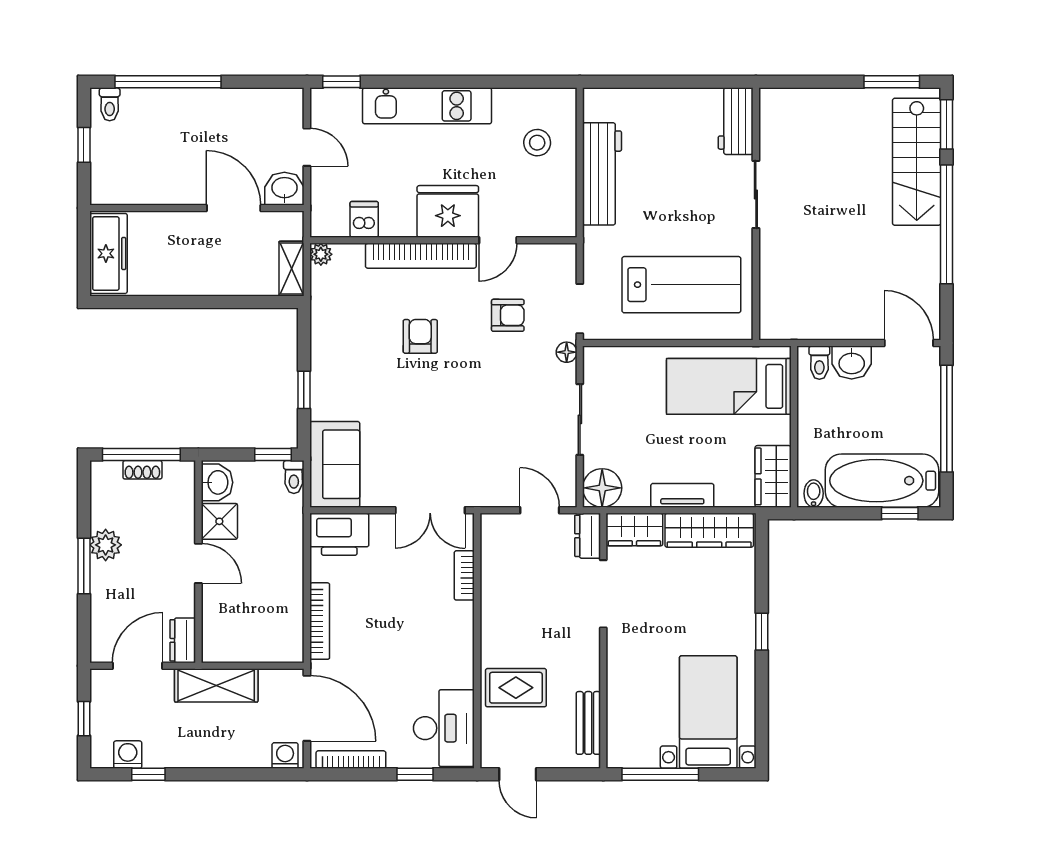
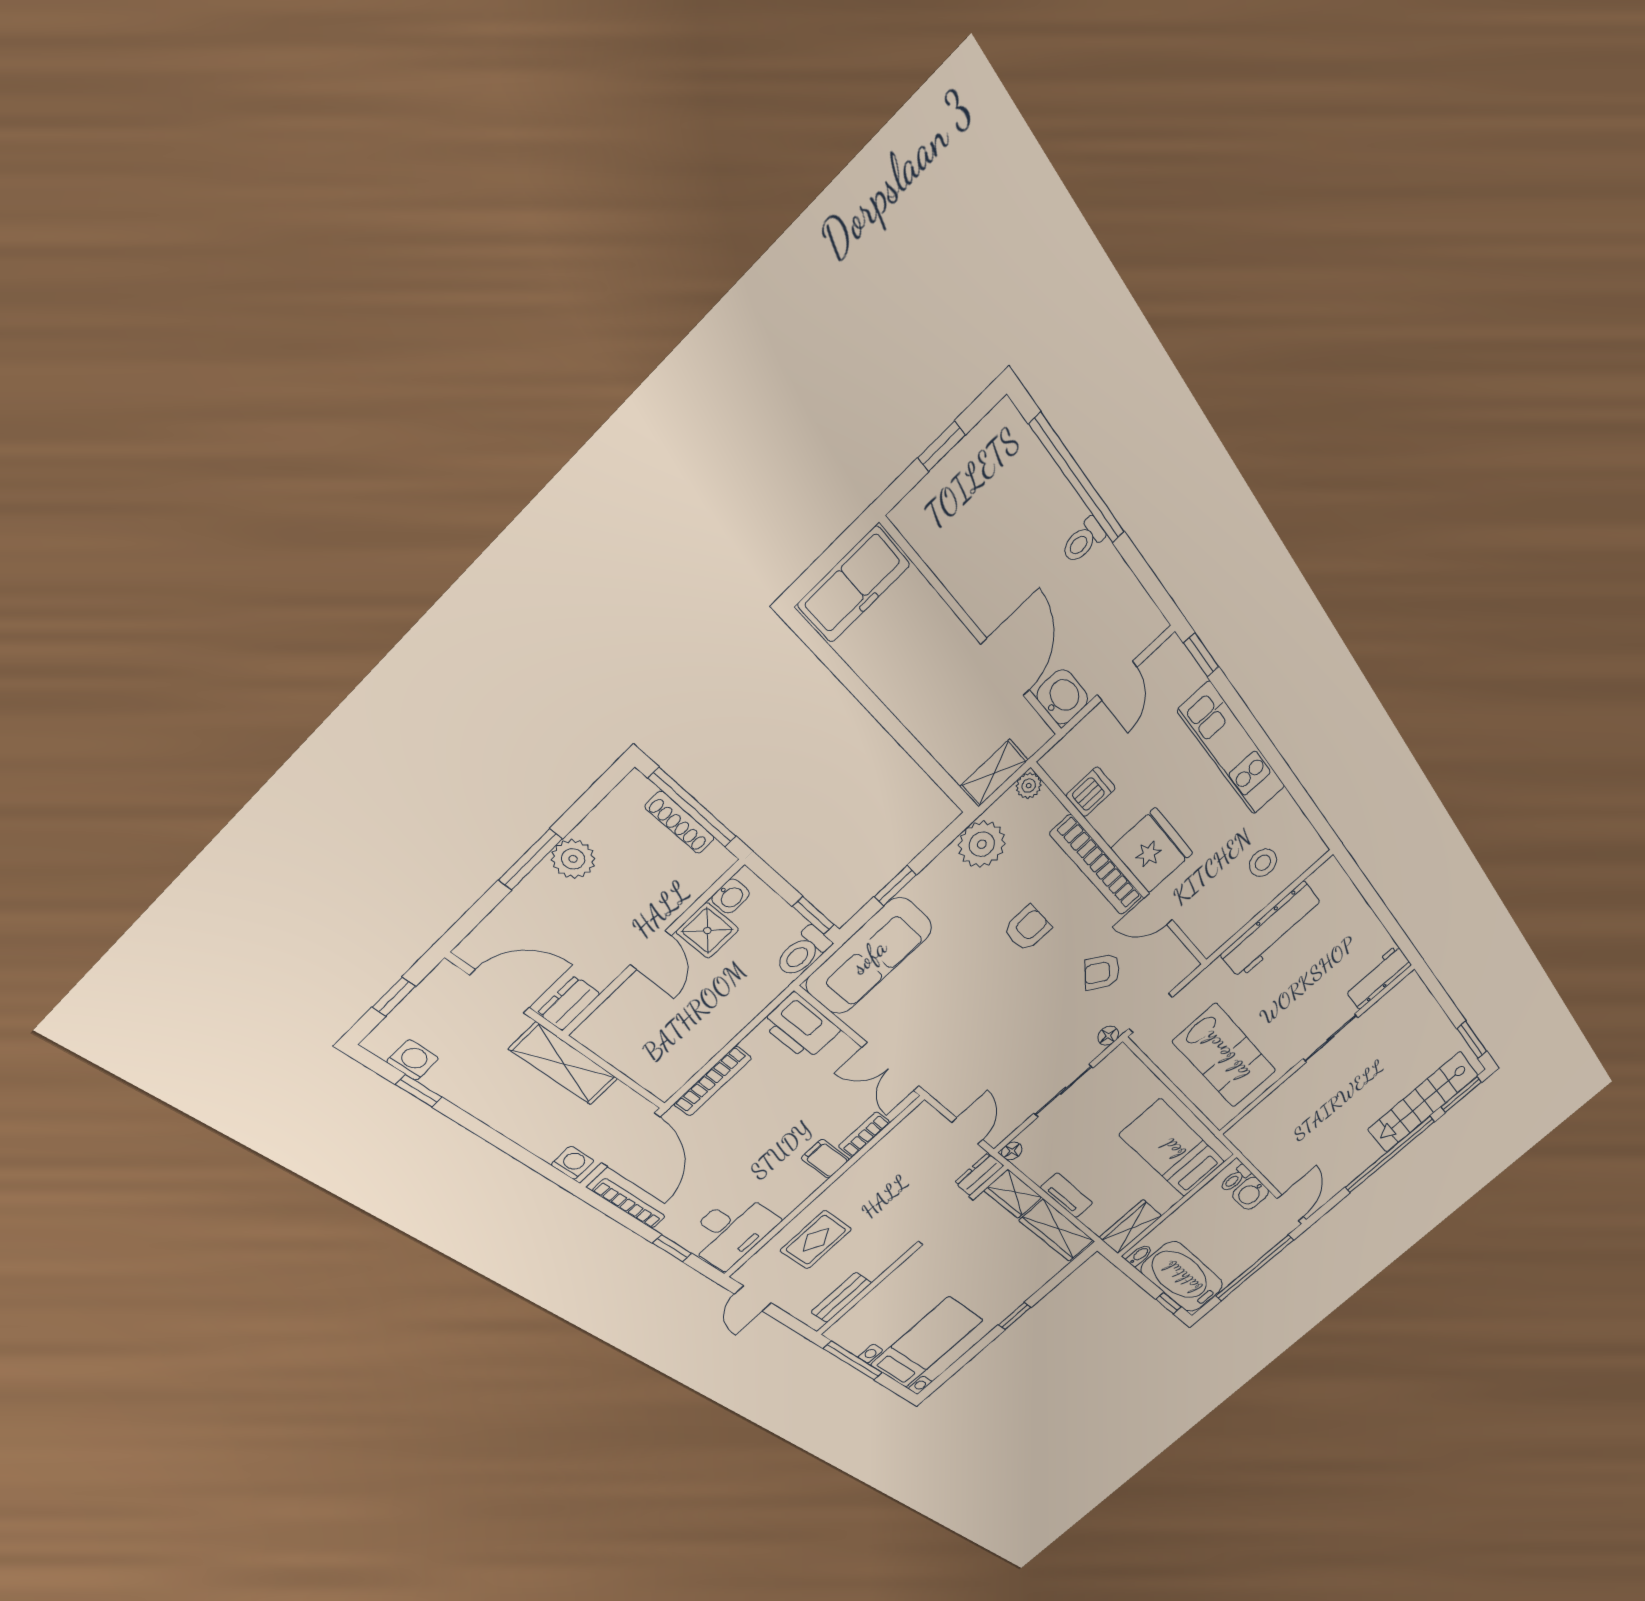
toilet: (110, 104) -> (1083, 540), moved
plant: (330, 315) -> (982, 844), added
armchair: (508, 315) -> (1102, 972), turned 126
sofa: (335, 464) -> (869, 956), width x1.36
shoe rack: (142, 470) -> (680, 823), width x1.43
toilet: (294, 477) -> (803, 952), width x1.37, depth x1.39
washbasin: (217, 482) -> (730, 896), width x0.72, depth x0.69
floor lamp: (602, 488) -> (1012, 1151), width x0.53, depth x0.53
filing cabinet: (455, 617) -> (825, 1159), added
rug: (516, 688) -> (816, 1240), turned 90

